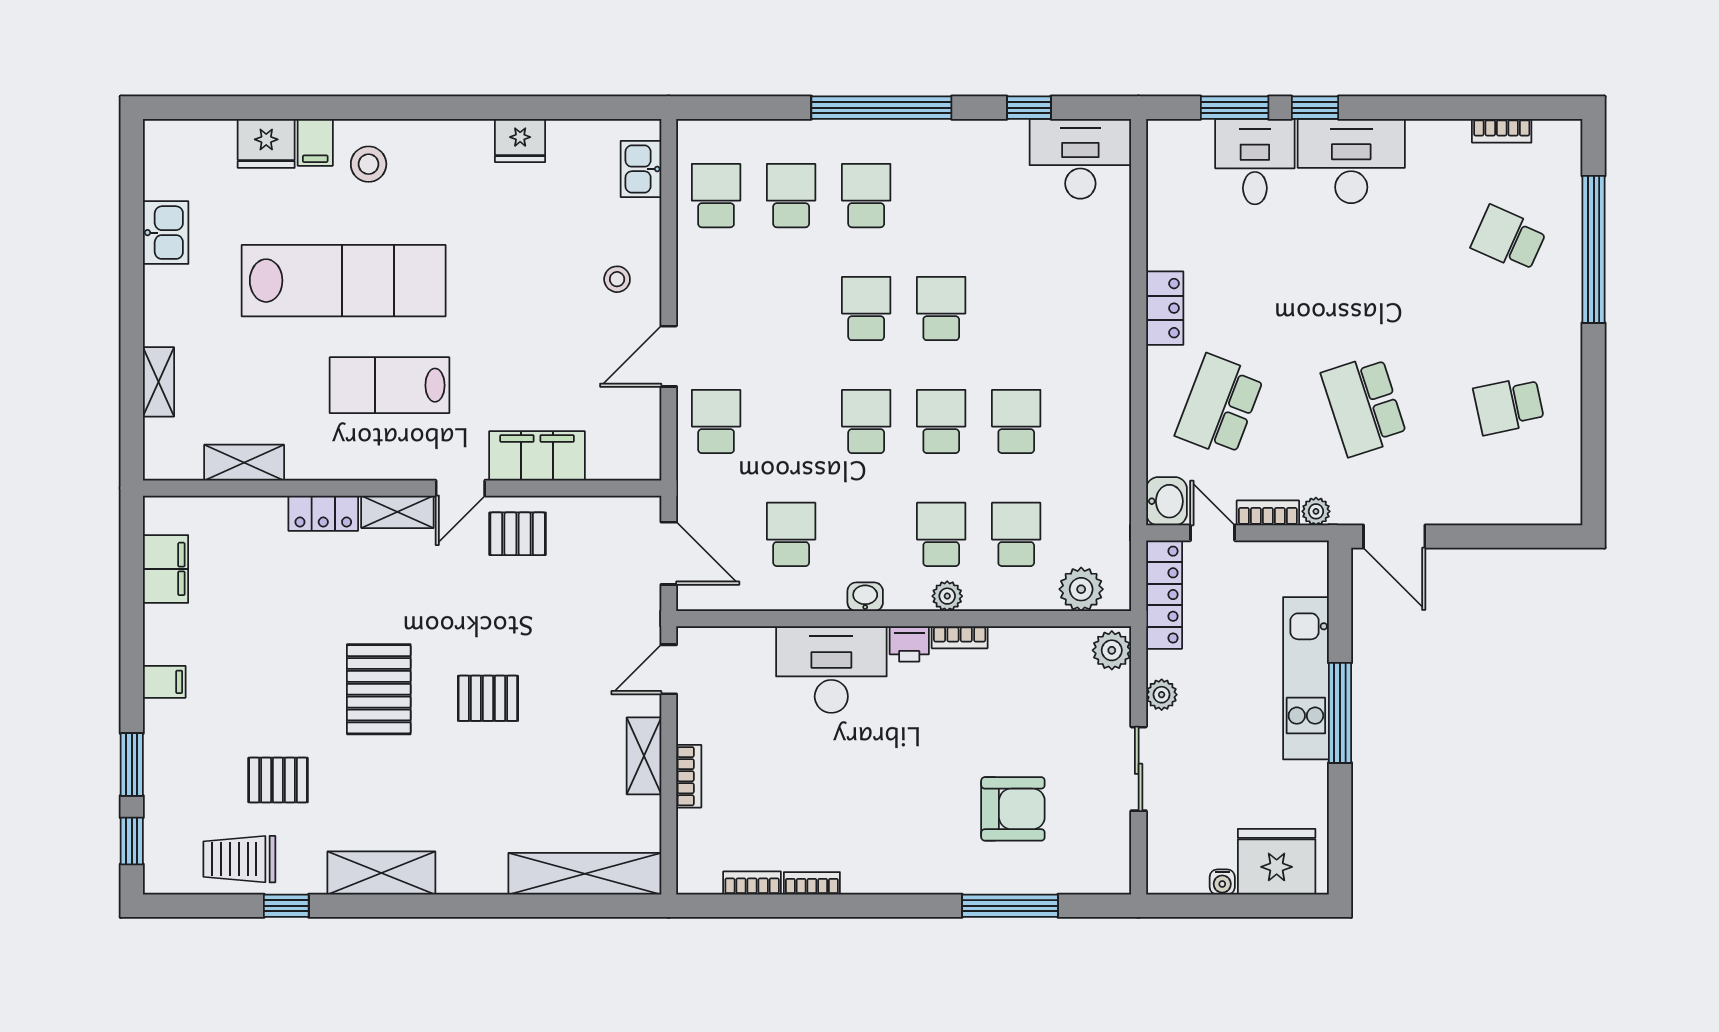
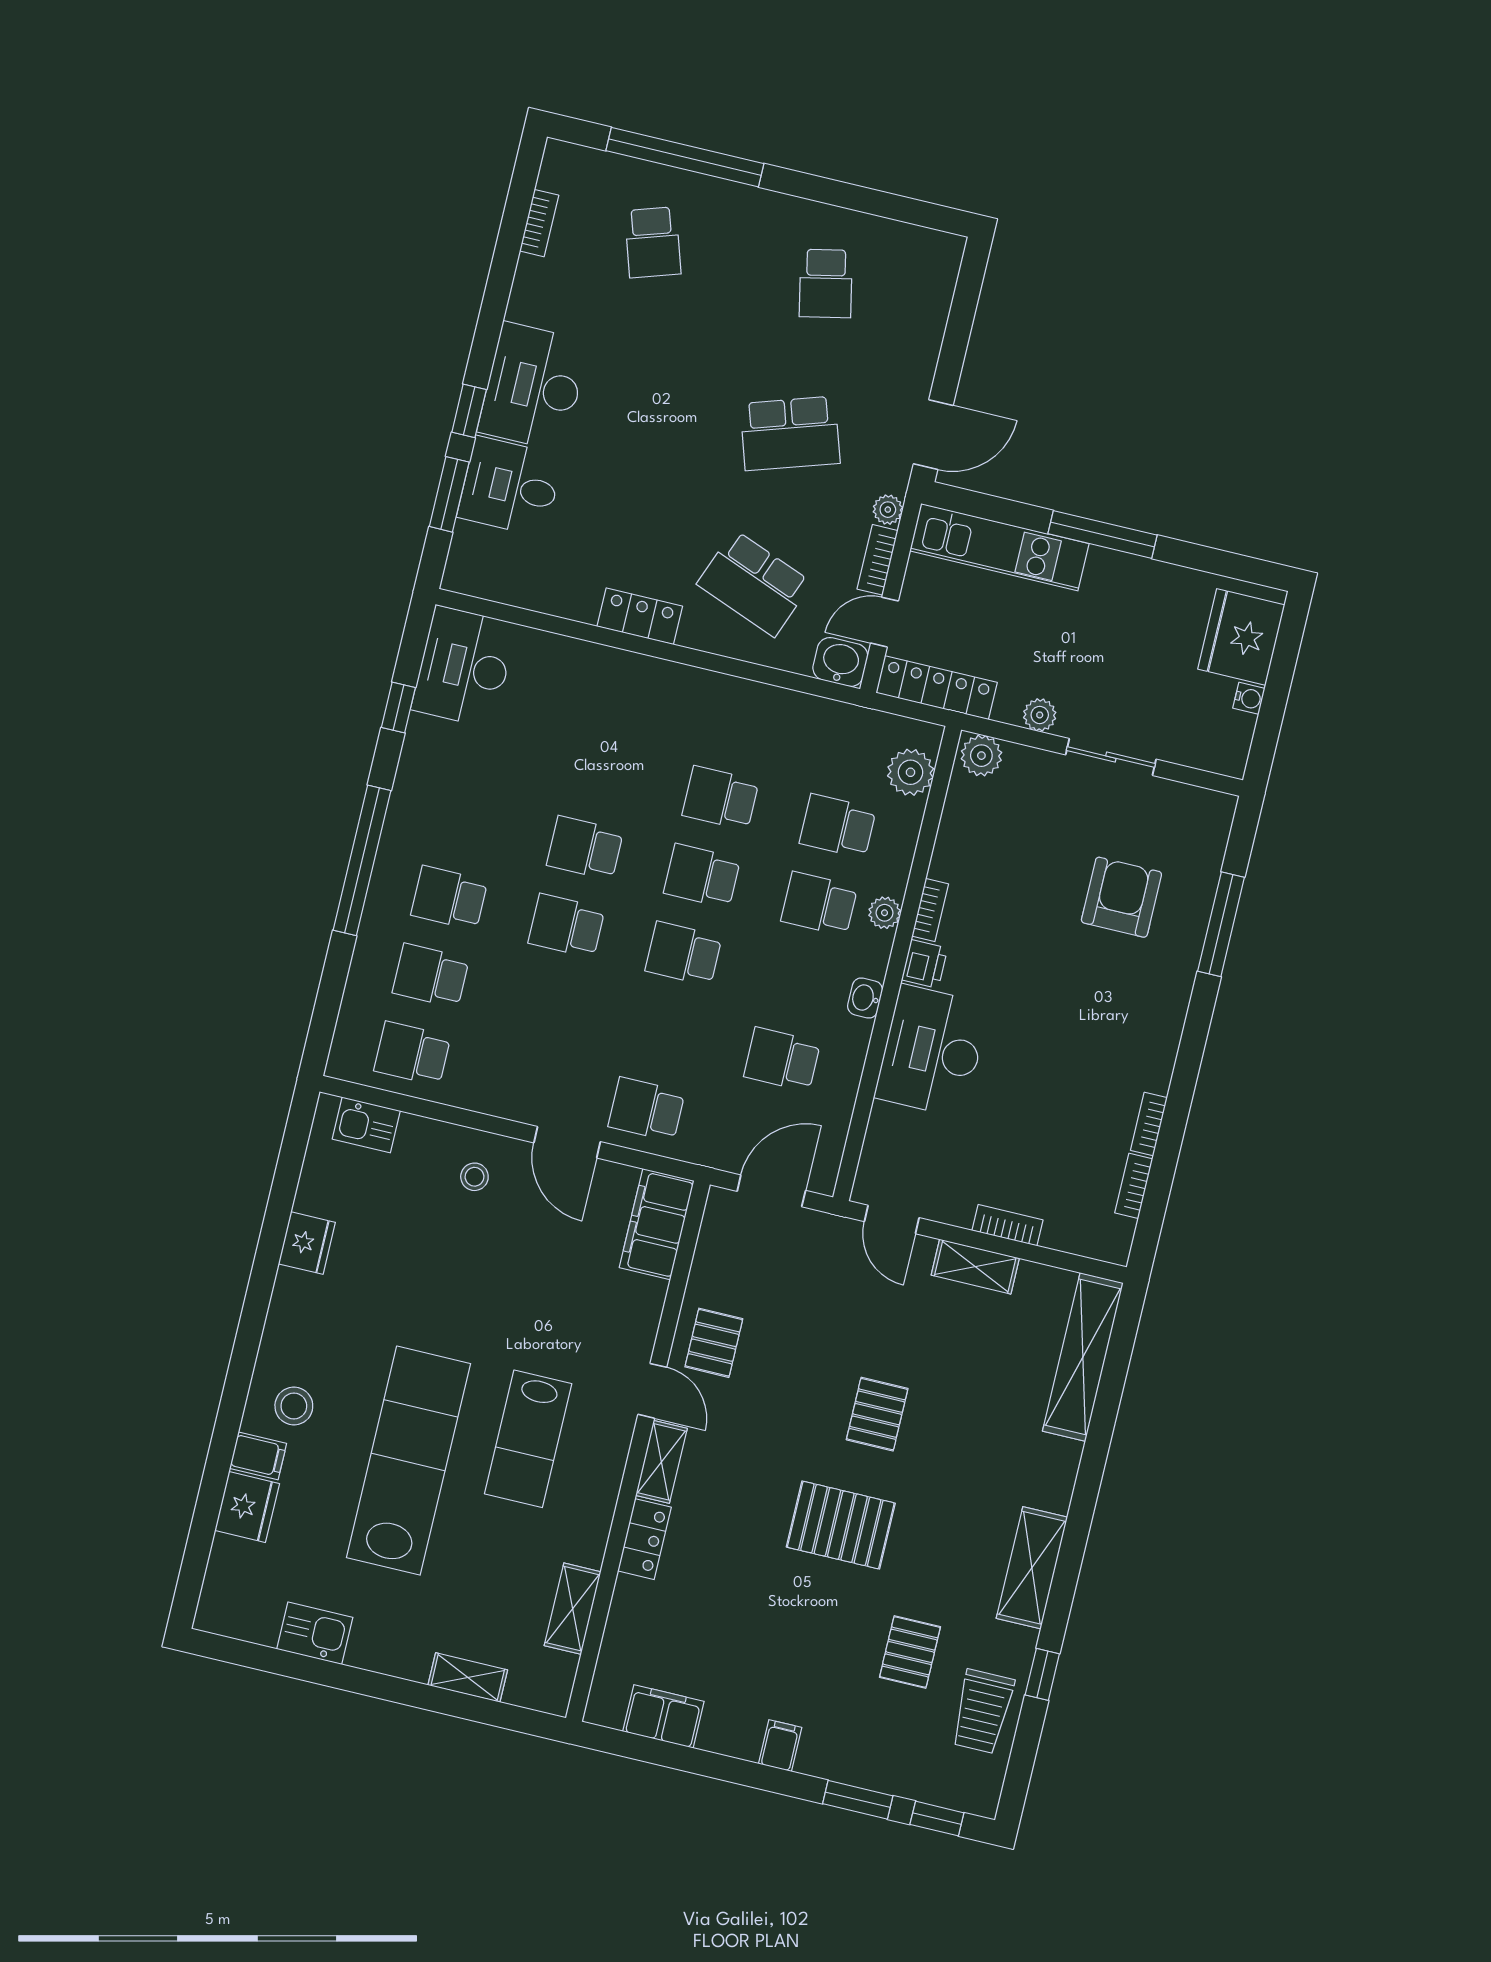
school desk: (1509, 239) -> (653, 242), turned -42
filing cabinet: (537, 456) -> (657, 1224), moved
kitchen unit: (1306, 678) -> (999, 547), moved

